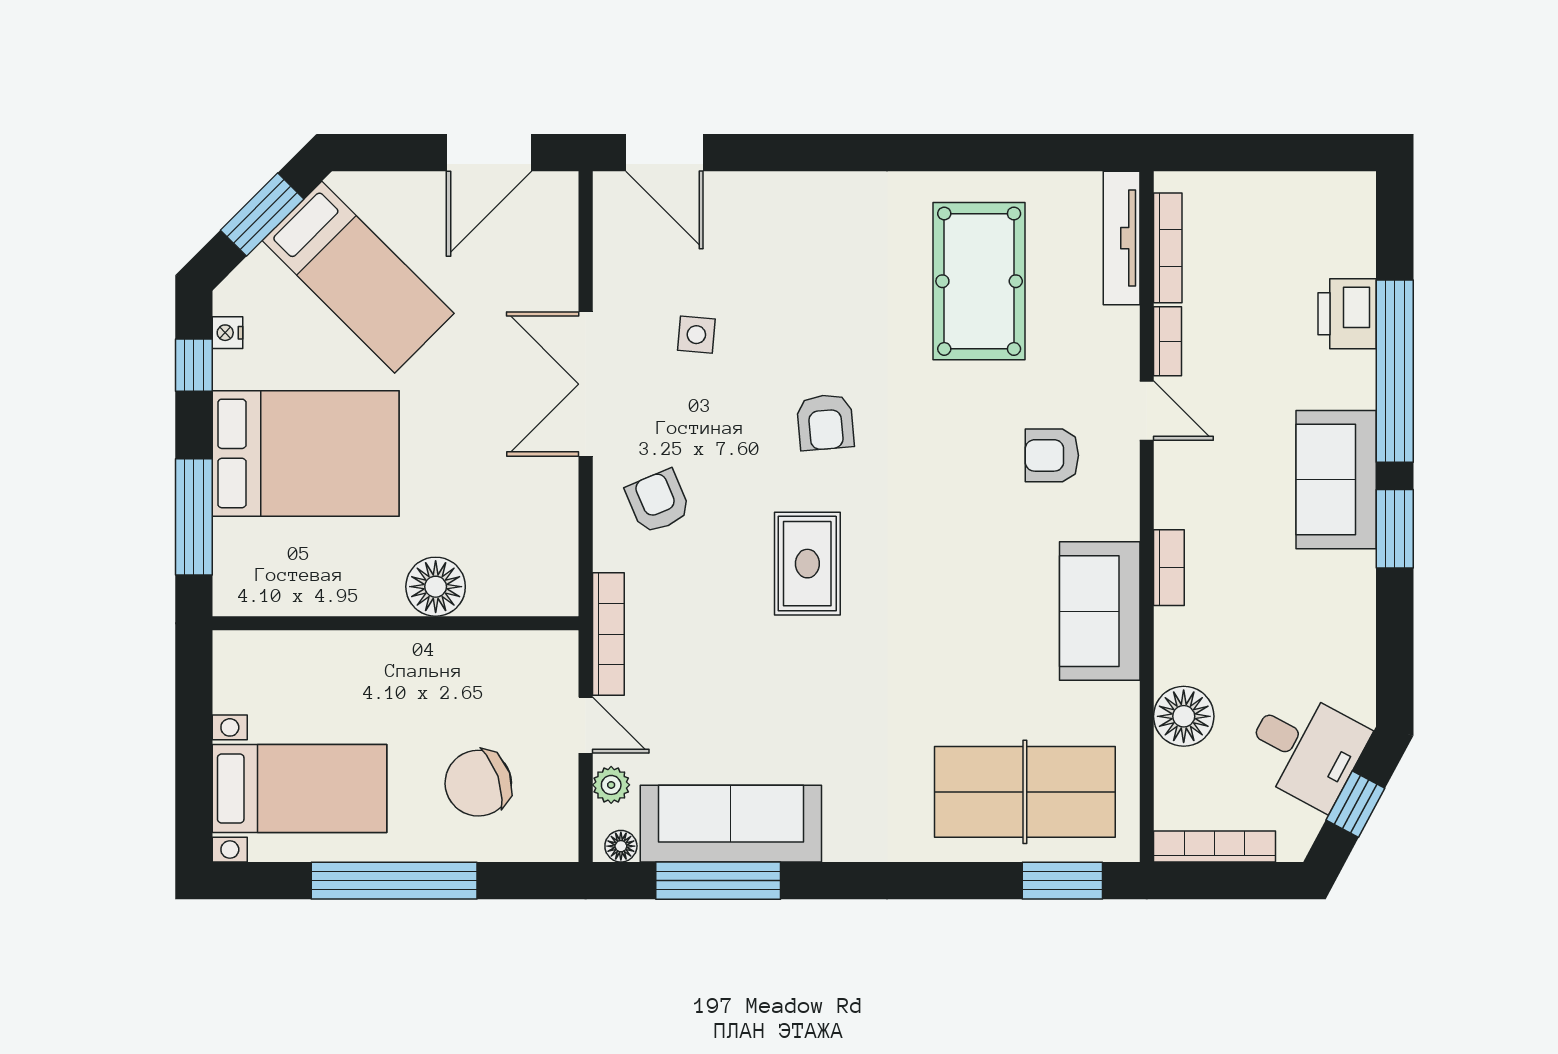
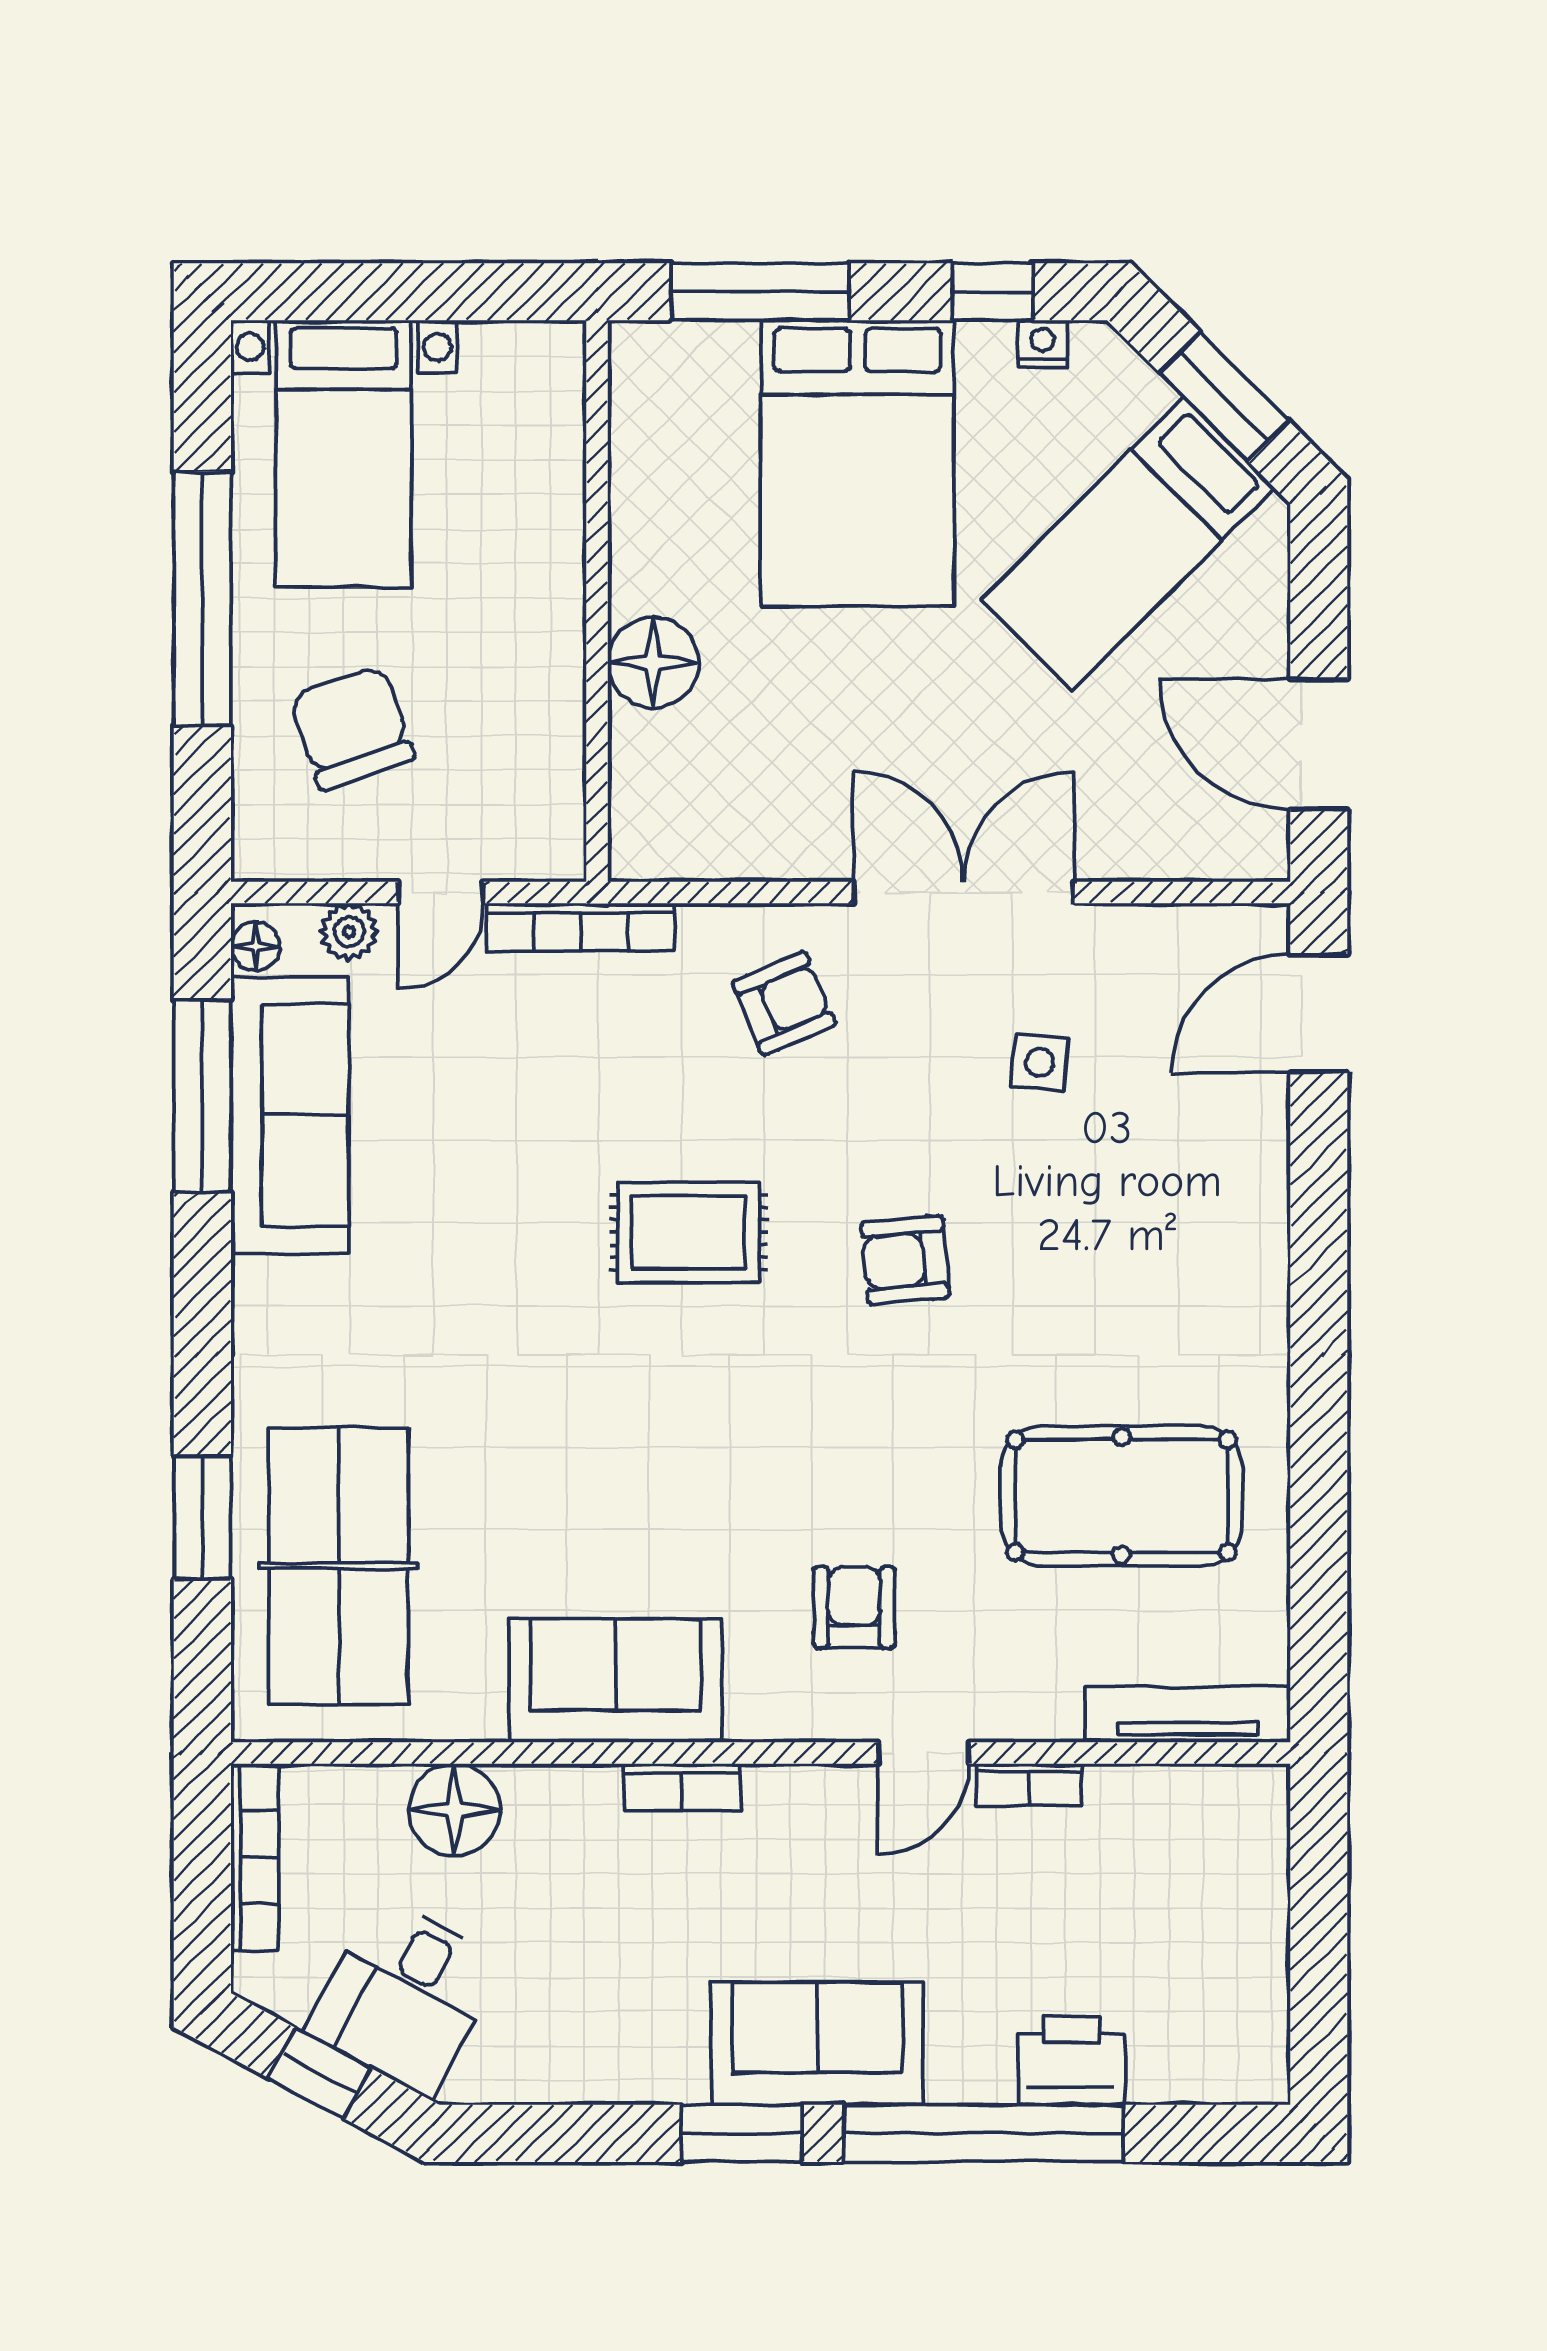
bookcase: (1168, 248) -> (1173, 1785), removed
window: (1062, 881) -> (202, 1518), moved

